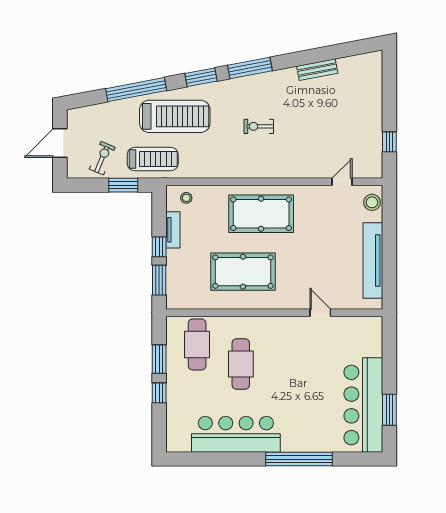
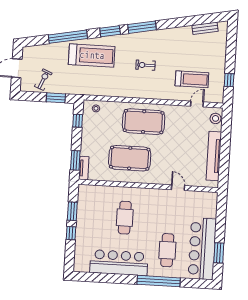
bench: (317, 70) -> (205, 28), moved
treadmill: (153, 159) -> (192, 79), moved
tv unit: (173, 230) -> (84, 168), moved
window: (159, 247) -> (78, 121), moved
cafe table: (197, 344) -> (167, 250), moved

